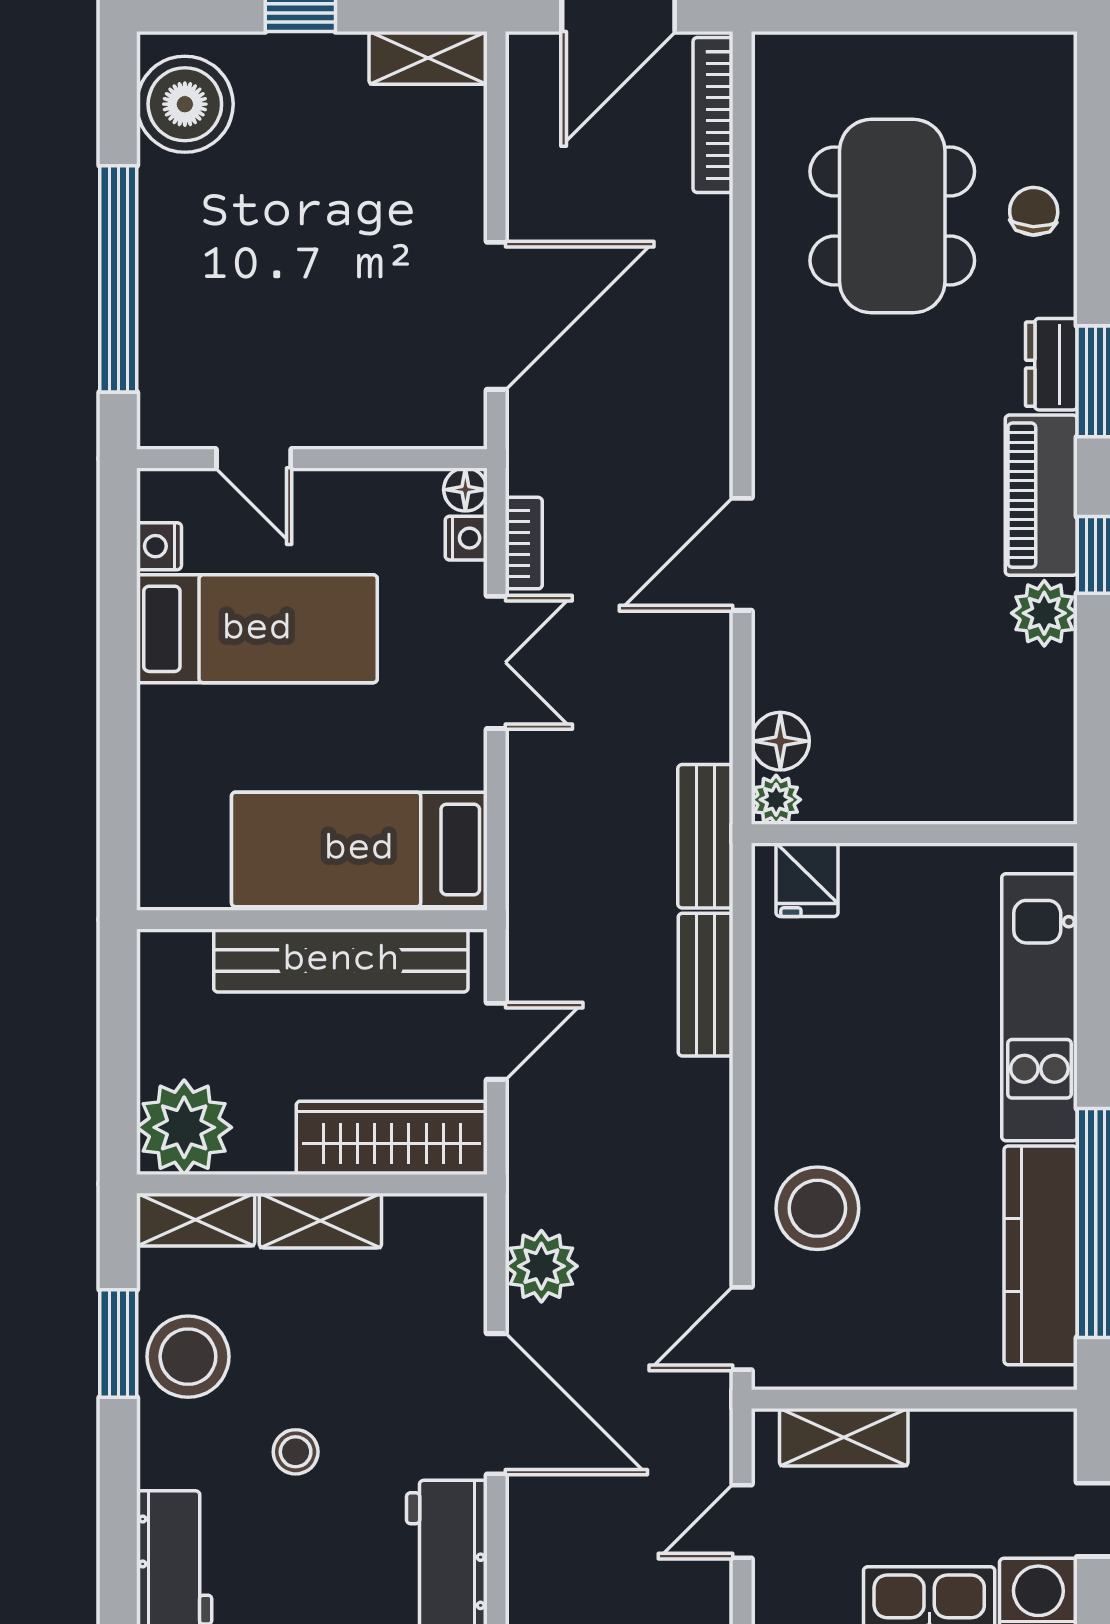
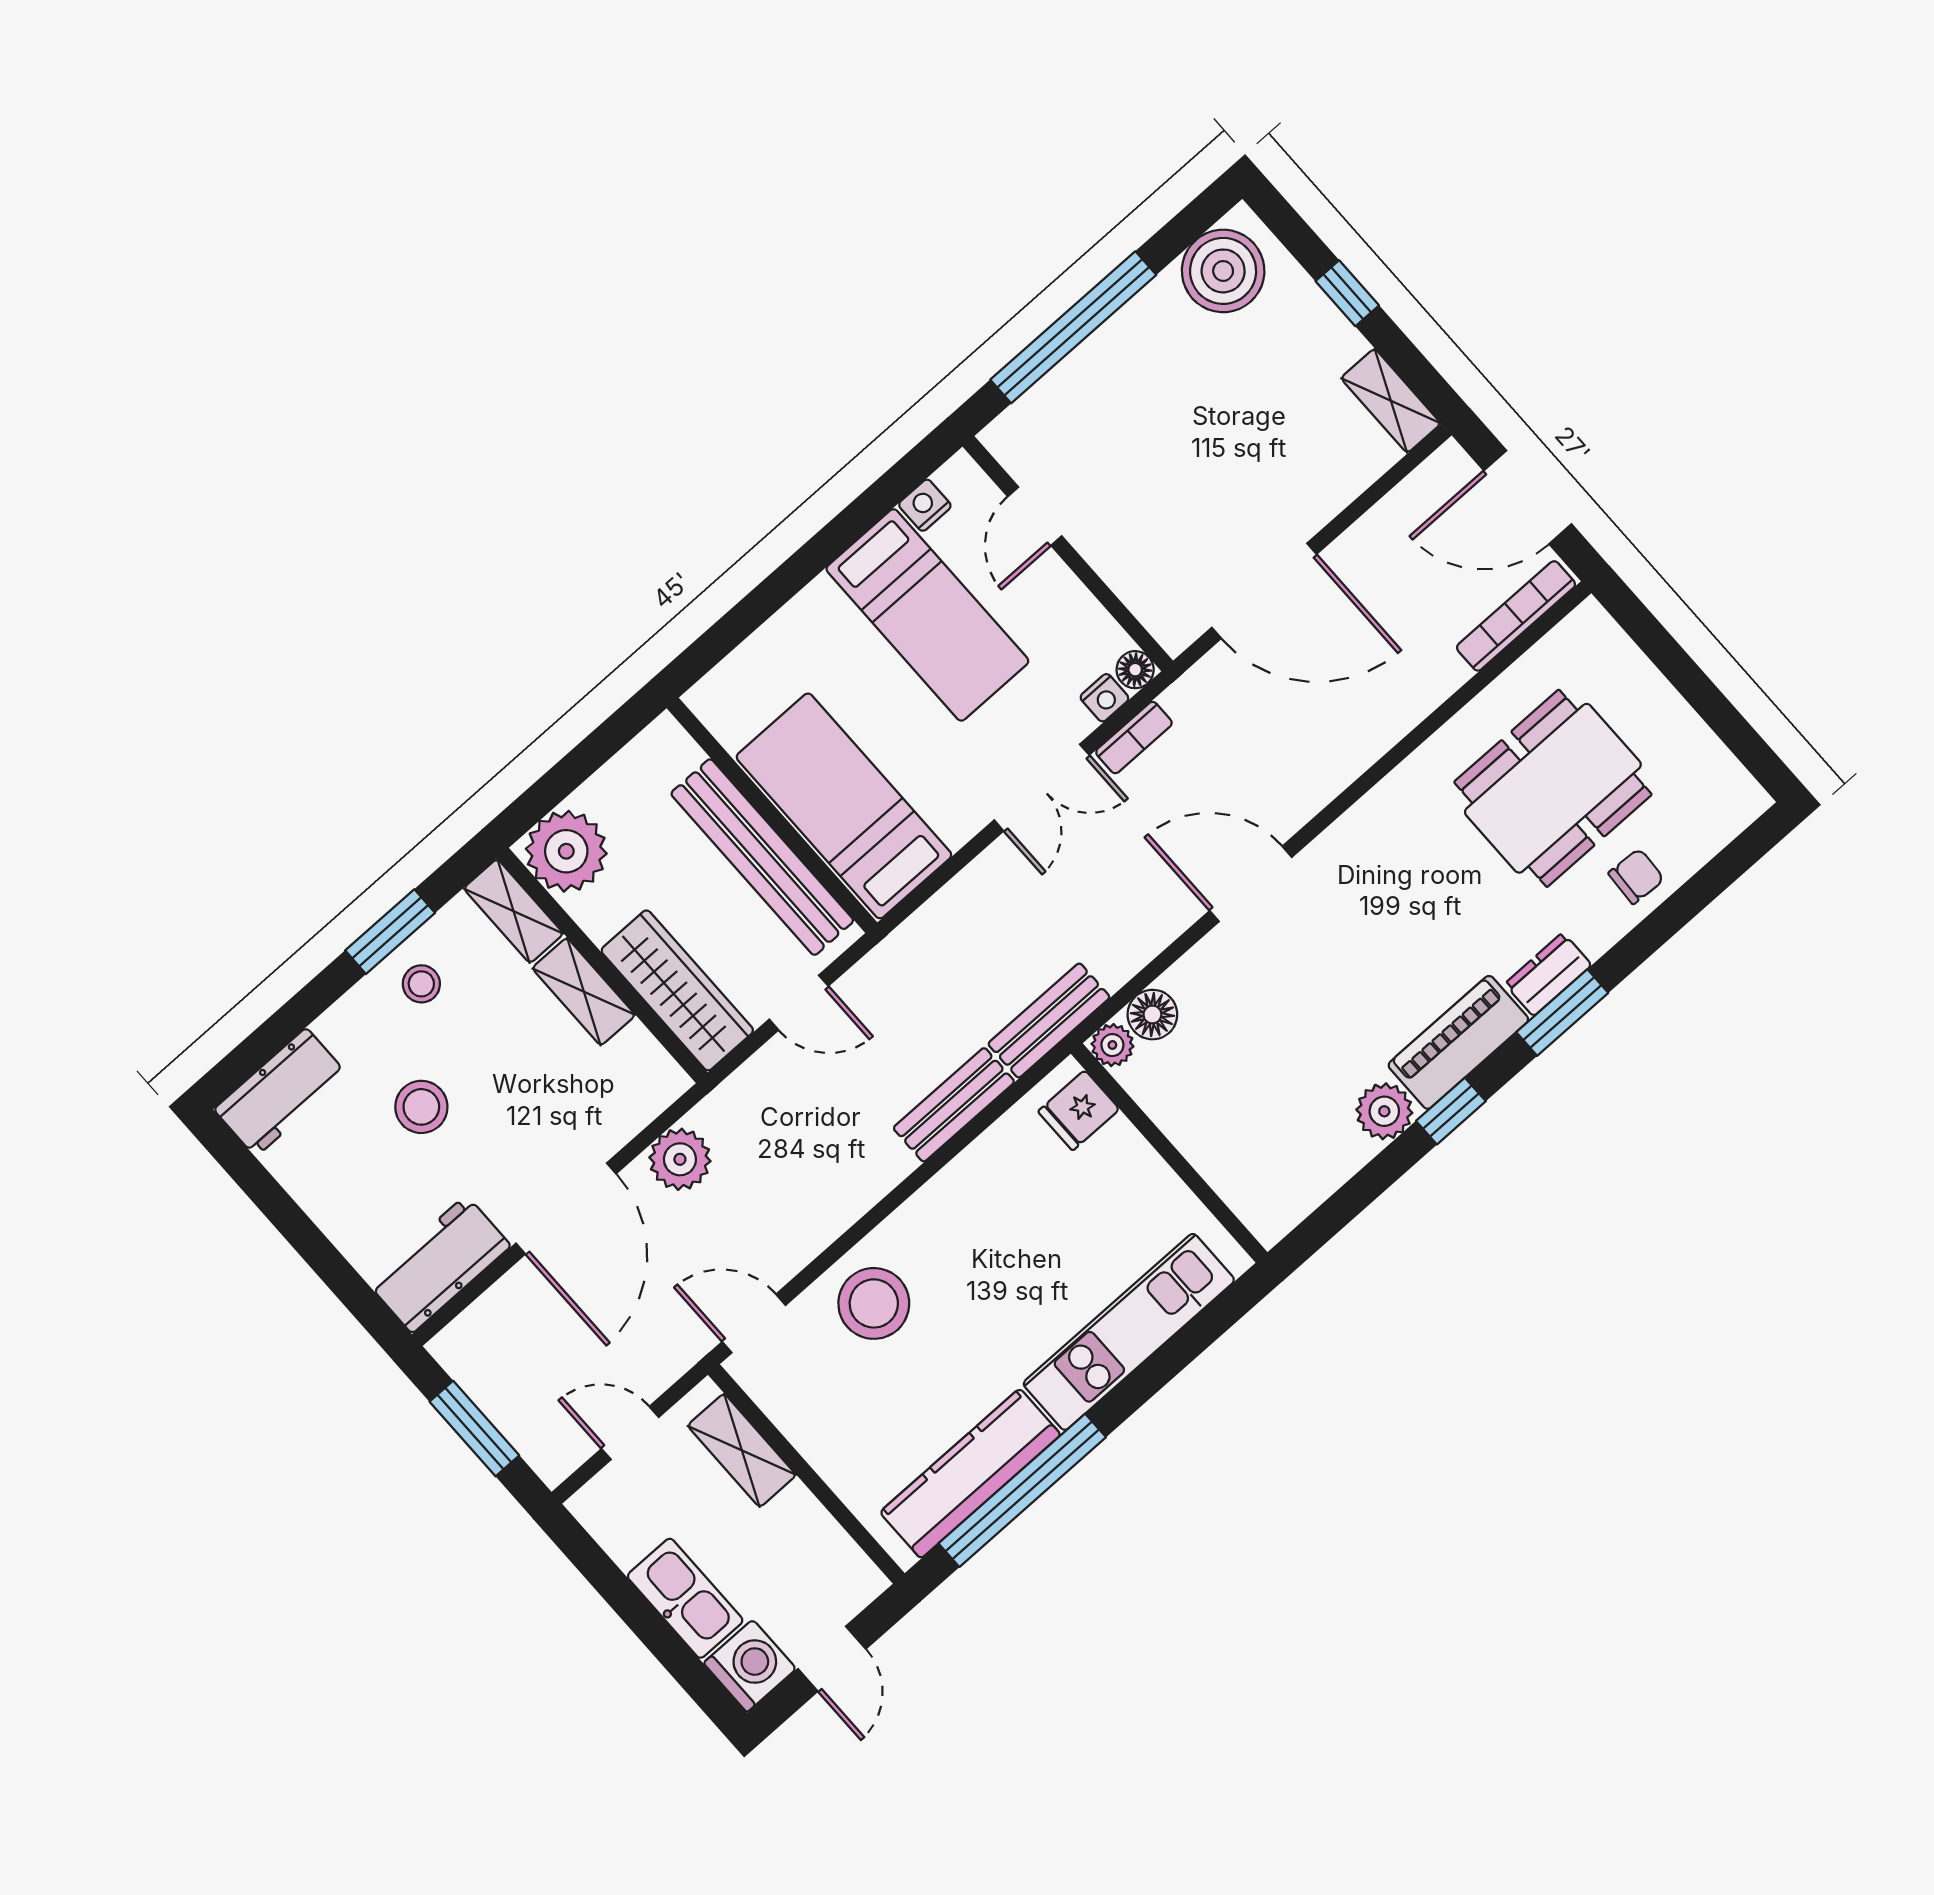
stool: (188, 1357) -> (421, 984), width x0.53, depth x0.53
stool: (296, 1452) -> (421, 1107), width x1.37, depth x1.37

